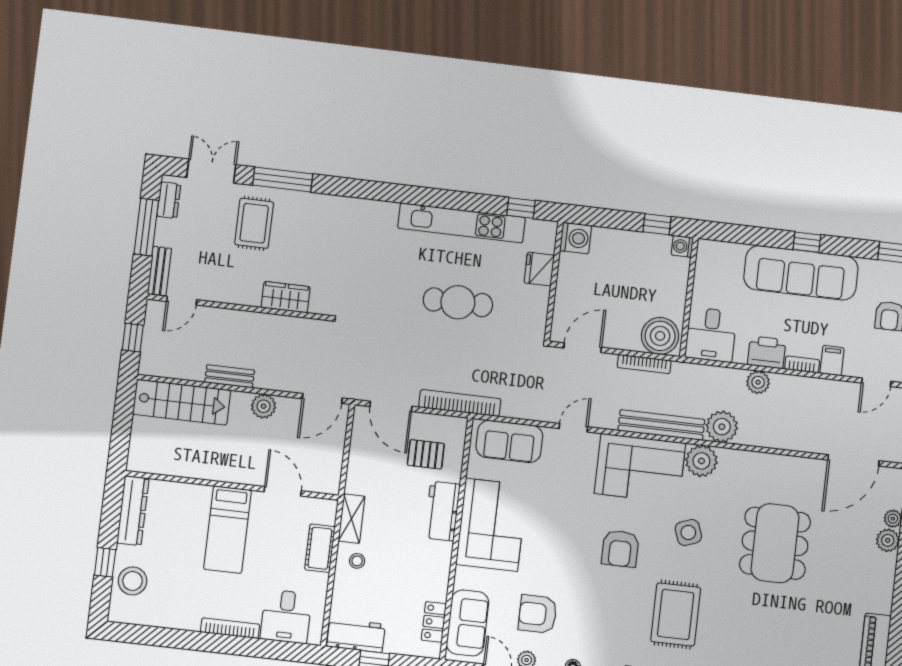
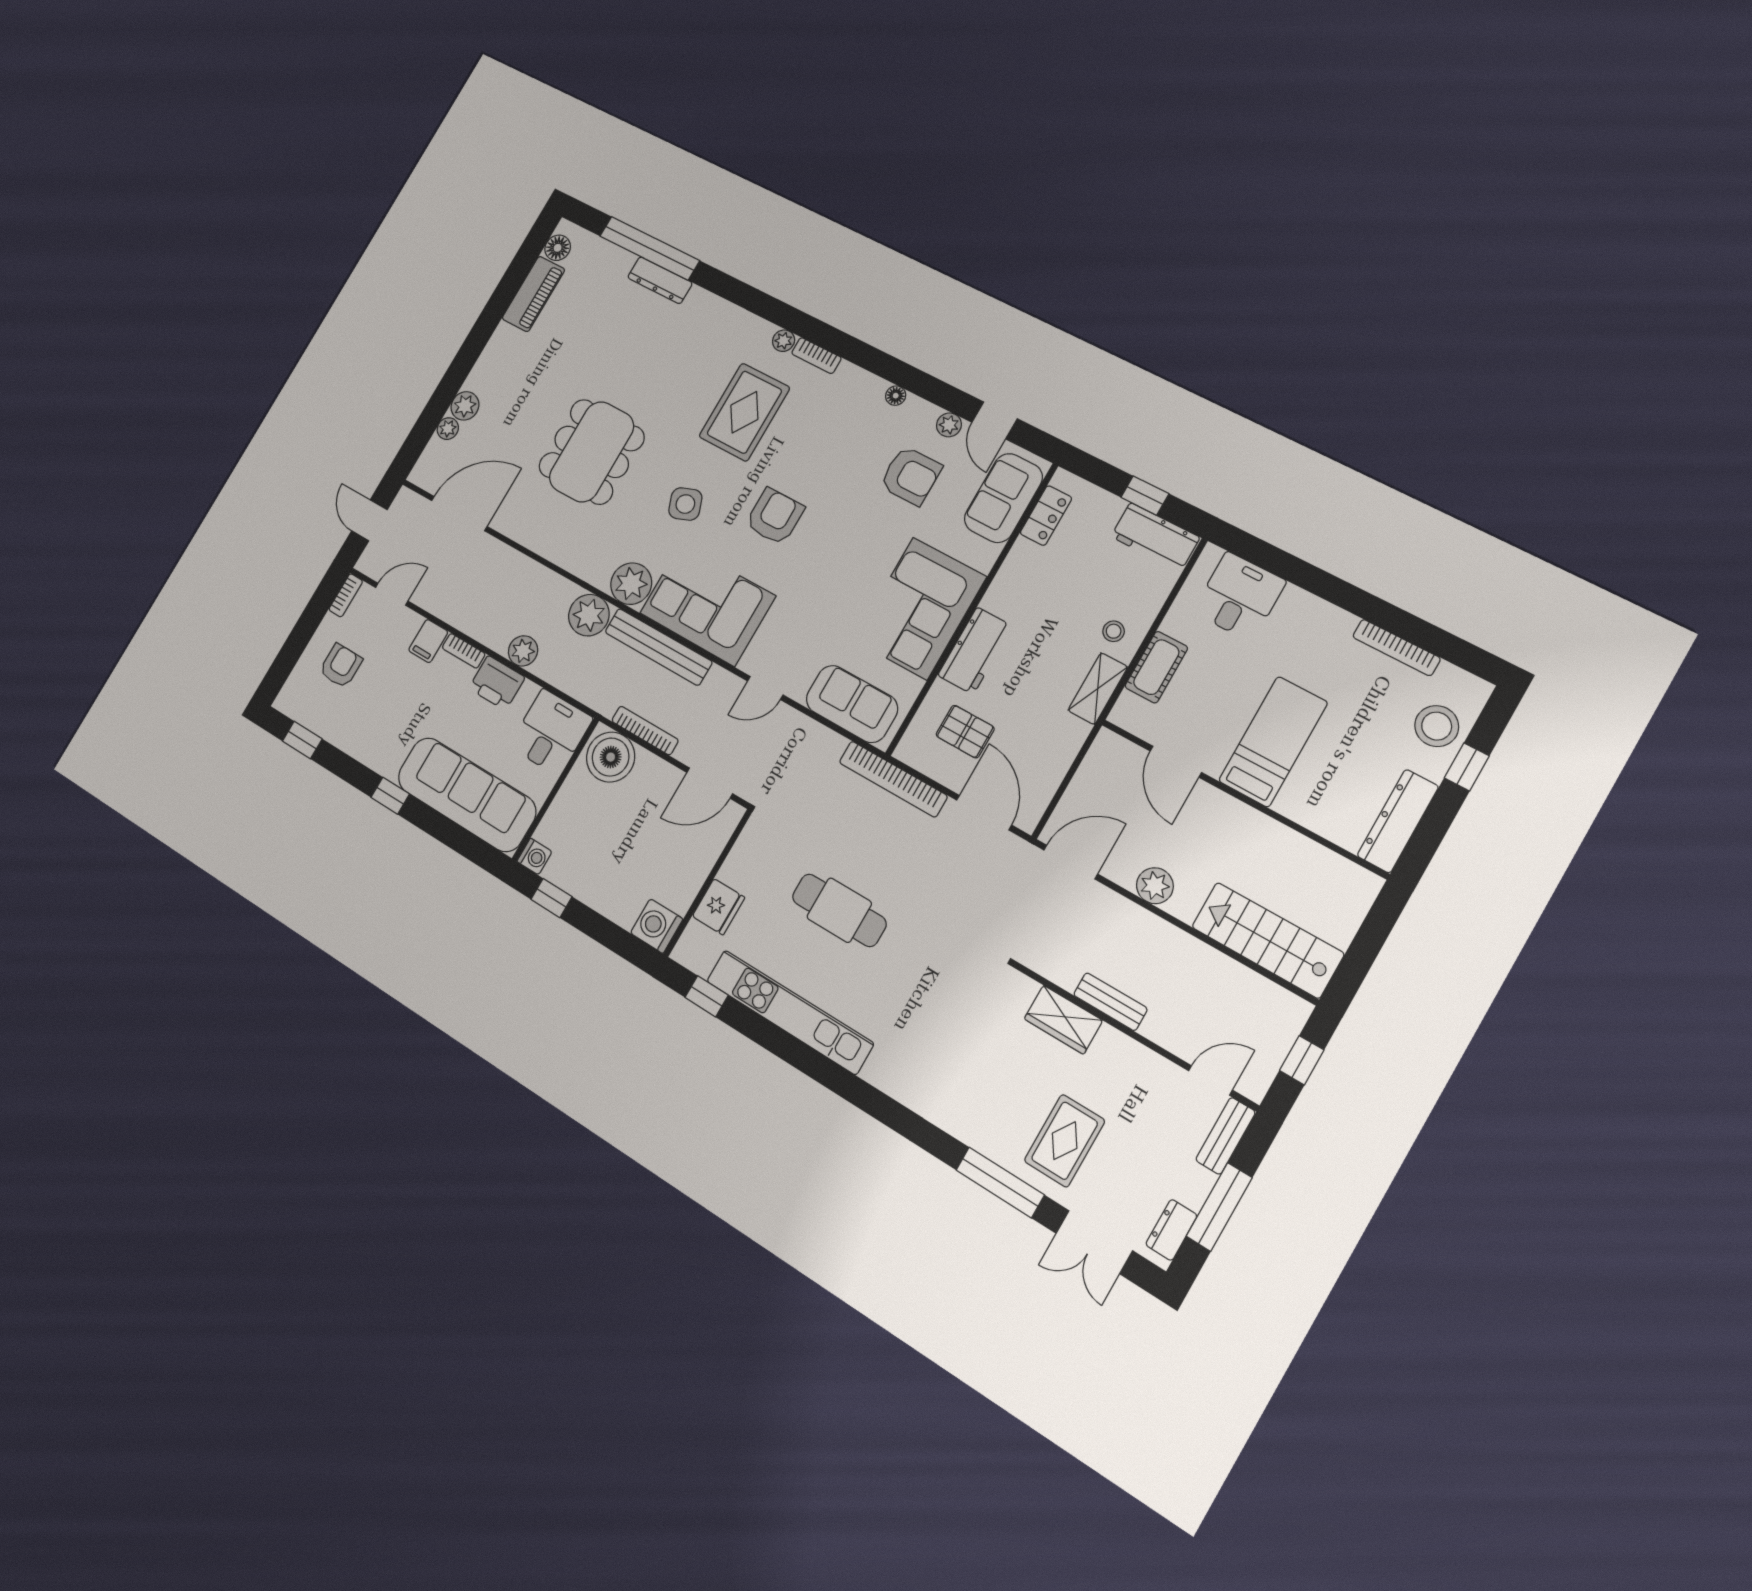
sofa: (801, 273) -> (467, 794), moved
bench: (230, 376) -> (1110, 1002), moved
bookcase: (230, 628) -> (1396, 648), moved

